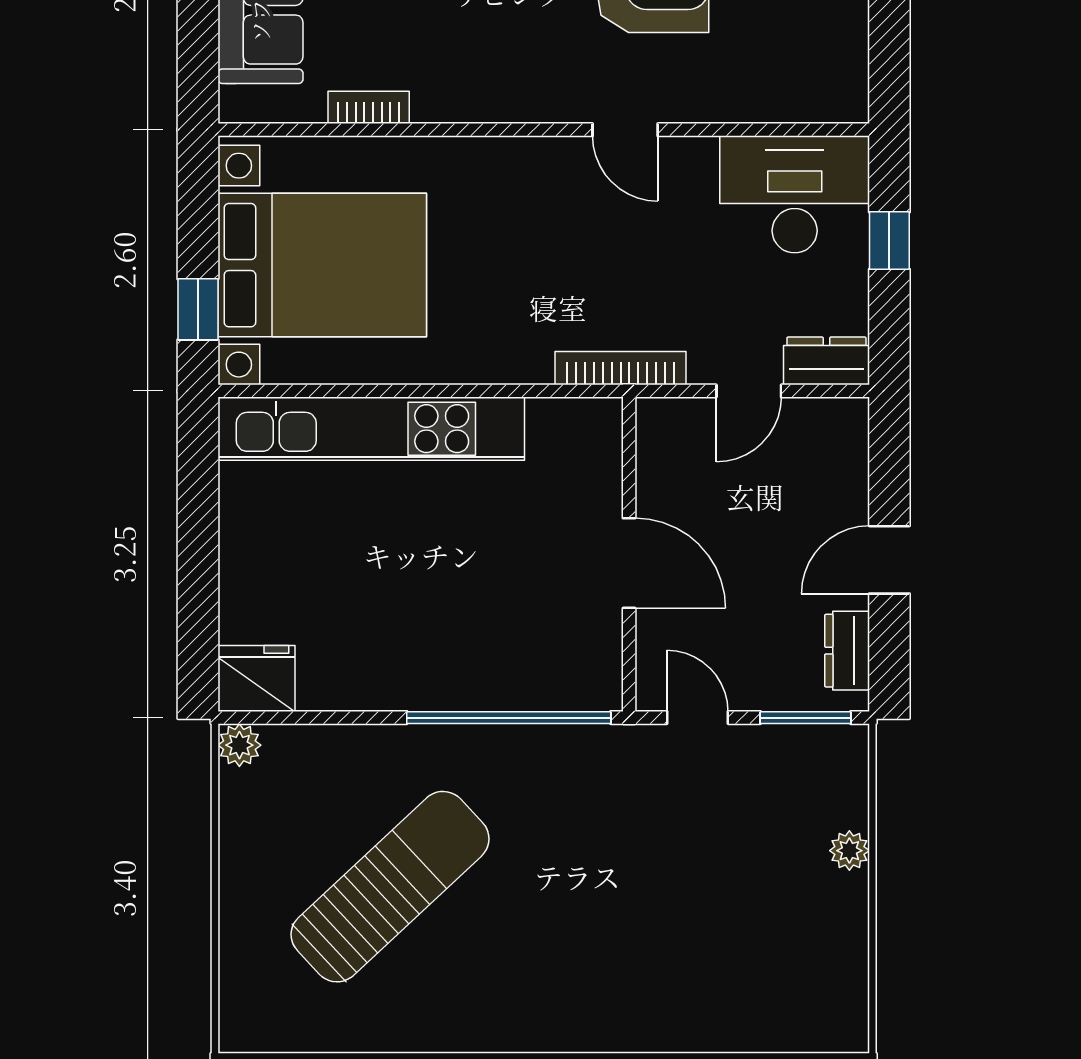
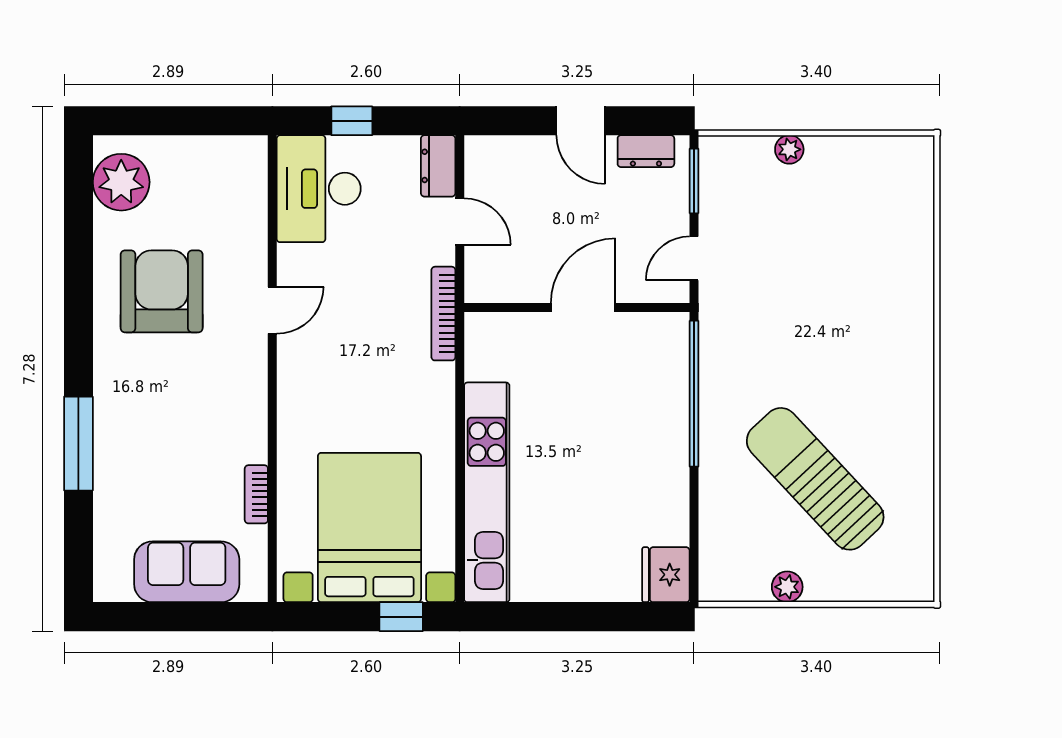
plant: (239, 745) -> (787, 587), moved

